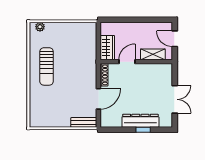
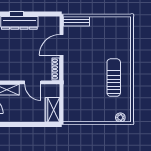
wardrobe: (107, 48) -> (53, 110), moved
door: (127, 62) -> (33, 82), hinge flipped

